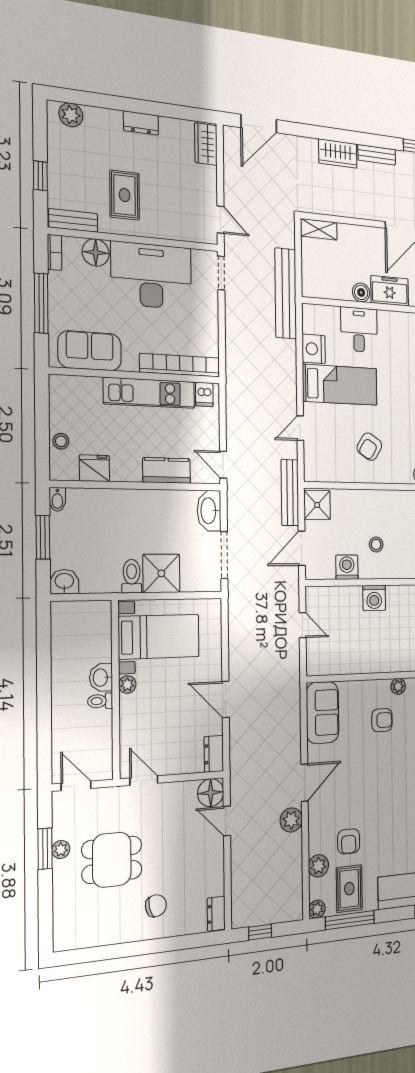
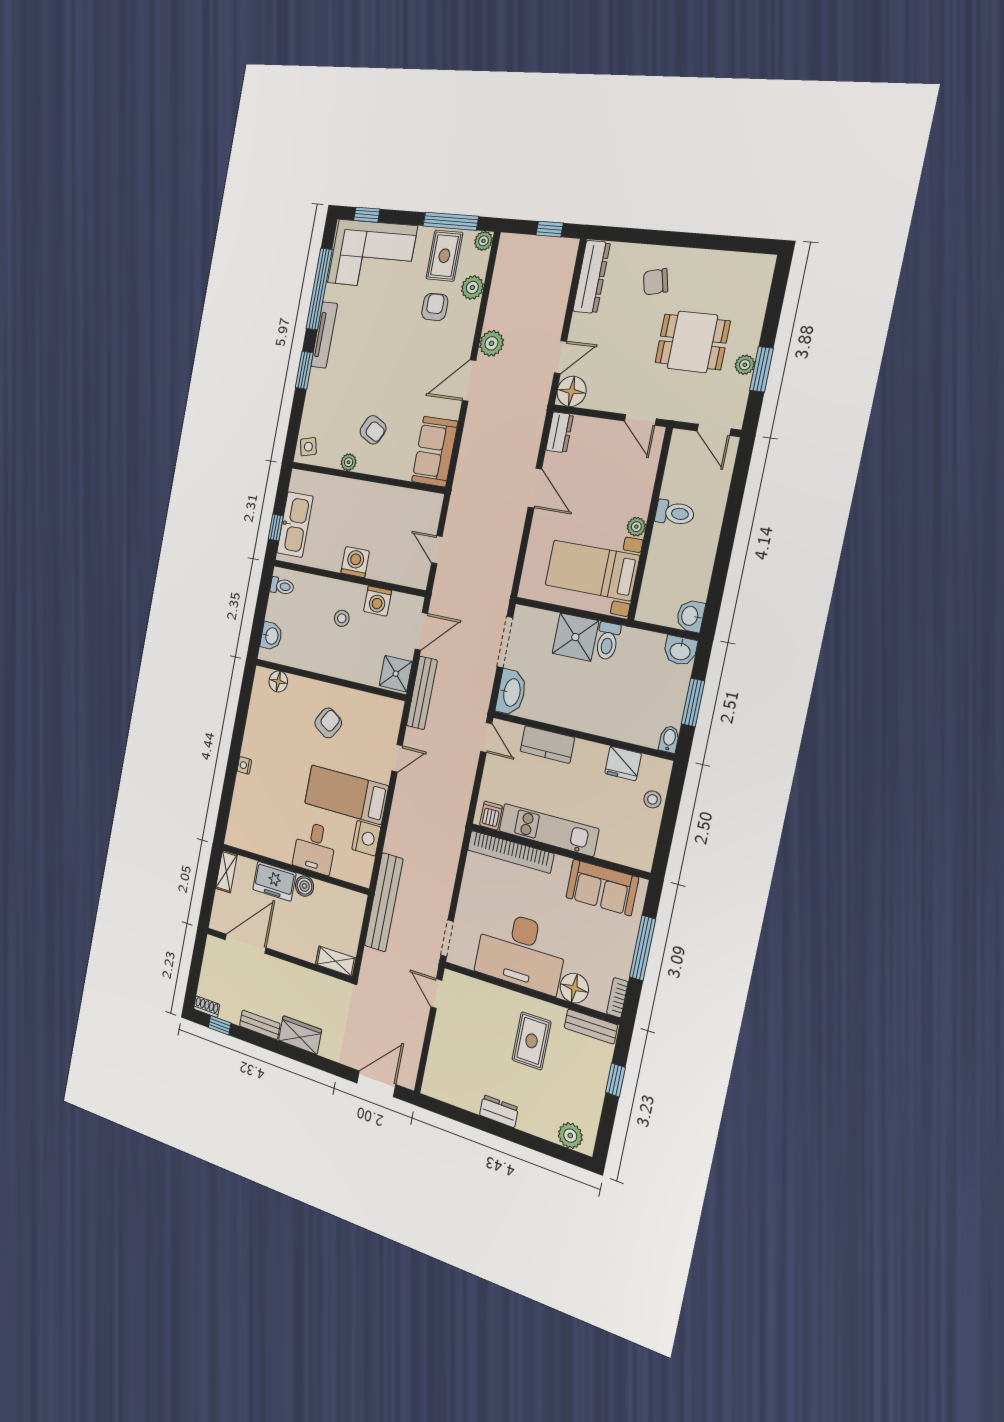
wardrobe: (206, 144) -> (436, 1075), removed
washbasin: (101, 678) -> (690, 616), moved, turned 180
toilet: (100, 701) -> (675, 513), width x1.37, depth x1.39
armchair: (382, 720) -> (373, 430), turned -152
door: (227, 821) -> (560, 357), hinge flipped
dresser: (216, 914) -> (592, 277), width x1.96, depth x1.24

